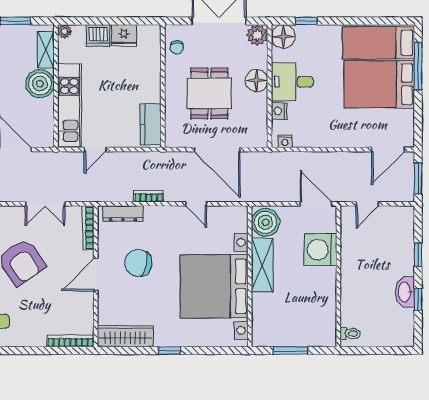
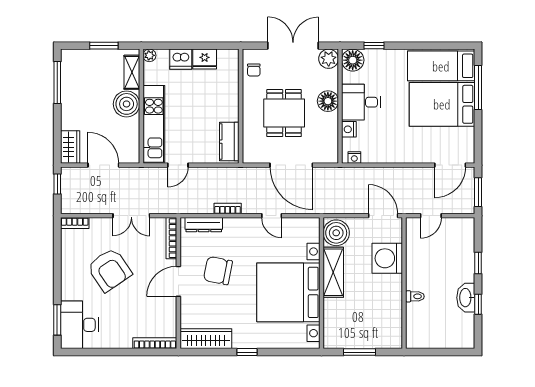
toilet: (350, 334) -> (415, 296), moved

